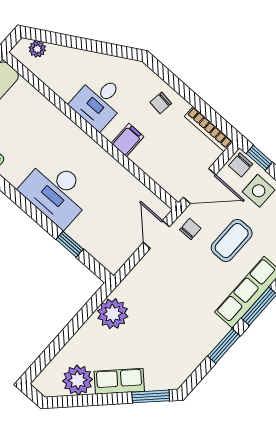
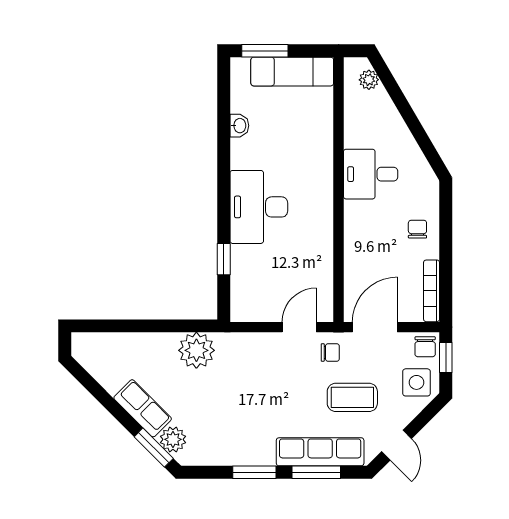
chair: (161, 103) -> (417, 229), turned 83
filing cabinet: (127, 140) -> (359, 229), removed
chair: (241, 165) -> (425, 347), turned -90
door: (199, 186) -> (375, 327), swing flipped
plant: (78, 380) -> (173, 439), moved, width x0.73, depth x0.73

